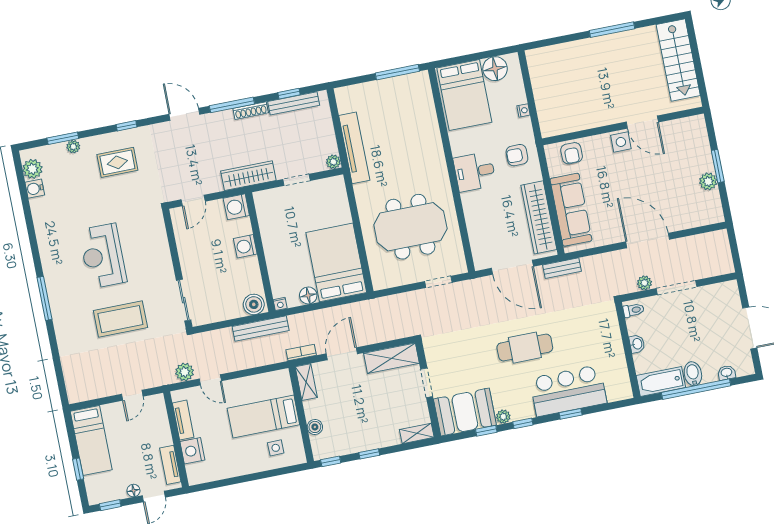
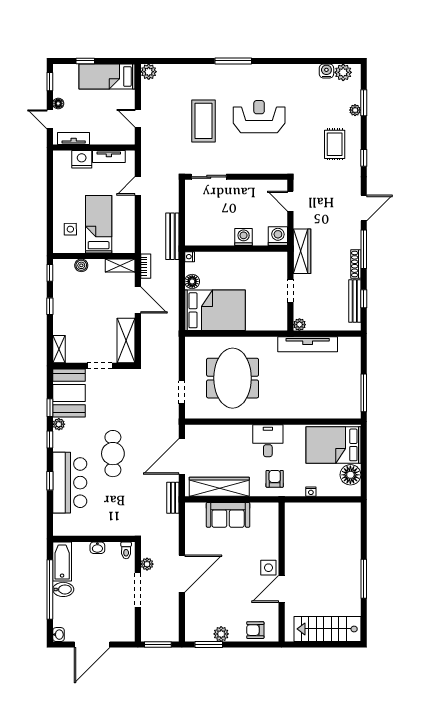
armchair: (572, 153) -> (255, 630), moved
window: (718, 166) -> (209, 644), moved
sofa: (571, 210) -> (228, 515), width x0.73
window: (735, 252) -> (158, 644), added
boiler: (254, 304) -> (194, 235), removed
plant: (185, 372) -> (149, 72), moved
washbasin: (727, 373) -> (59, 635), moved

